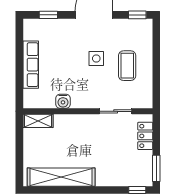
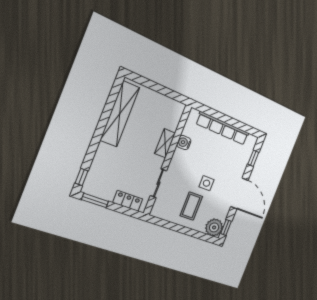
plant: (142, 29) -> (214, 227), added
row of seats: (31, 65) -> (223, 128), width x1.36
coffee table: (127, 66) -> (191, 206), turned 90
shelving: (38, 121) -> (165, 143), moved

